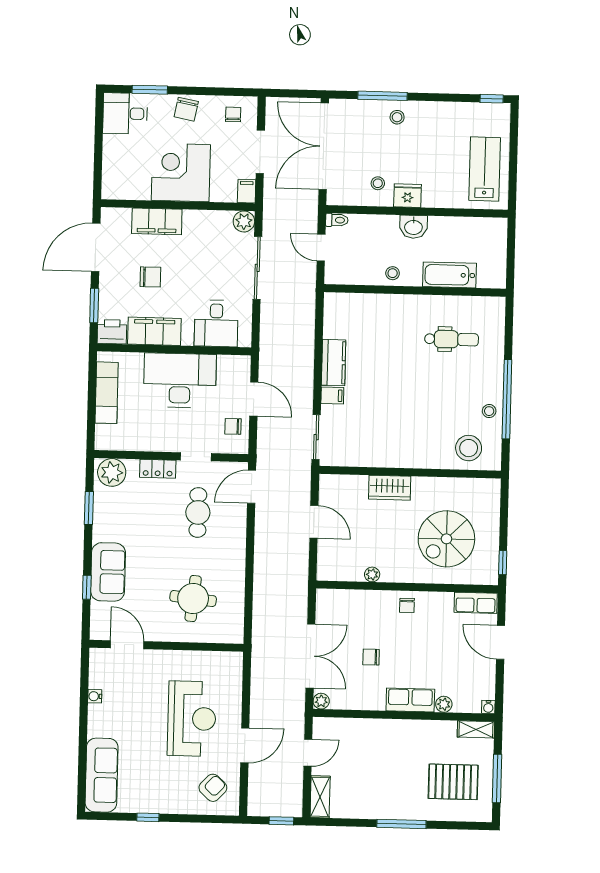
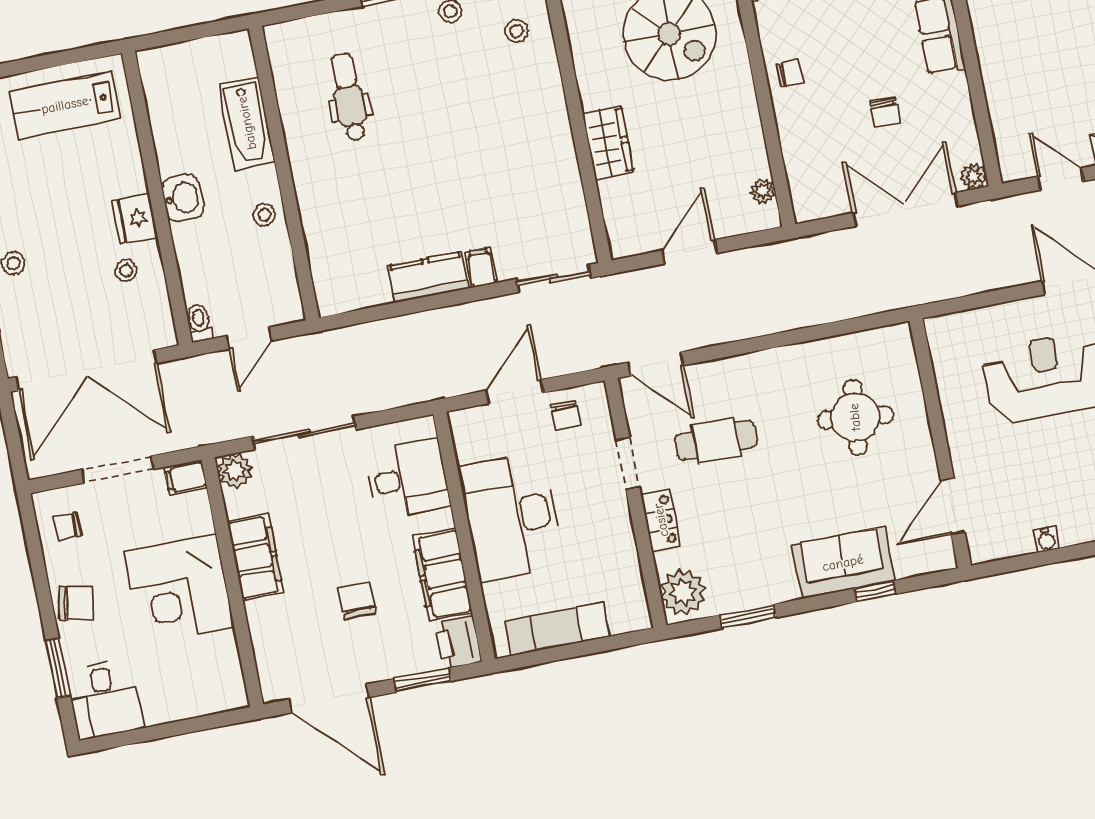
filing cabinet: (157, 221) -> (256, 557), moved
stool: (469, 448) -> (517, 31), width x0.53, depth x0.53
plant: (372, 574) -> (763, 191), moved

